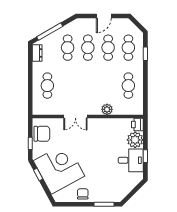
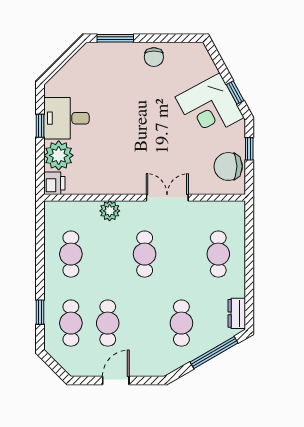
cafe table: (88, 48) -> (145, 254), moved
corner desk: (59, 168) -> (210, 107), width x0.74, depth x0.74

